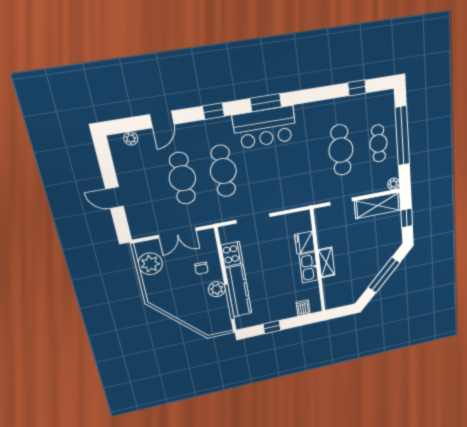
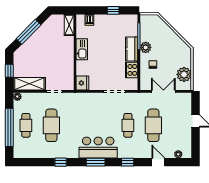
window: (357, 88) -> (61, 162), moved
door: (162, 119) -> (158, 162), hinge flipped
cafe table: (223, 171) -> (128, 125), width x0.73, depth x0.74
fridge: (305, 243) -> (82, 83), moved
shelving: (326, 262) -> (69, 25), moved
kitchen counter: (239, 291) -> (132, 49), width x0.67

